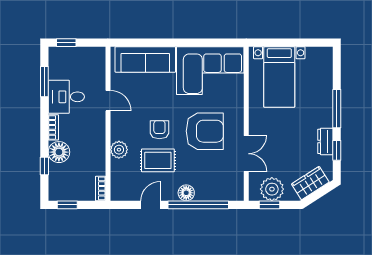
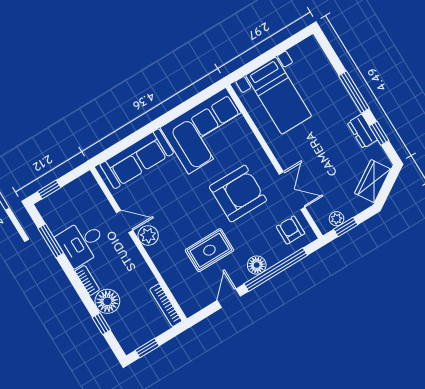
armchair: (159, 130) -> (290, 230), moved
plant: (119, 150) -> (148, 236), moved
bookcase: (101, 188) -> (166, 305), width x1.56
plant: (272, 189) -> (337, 219), width x0.53, depth x0.53

